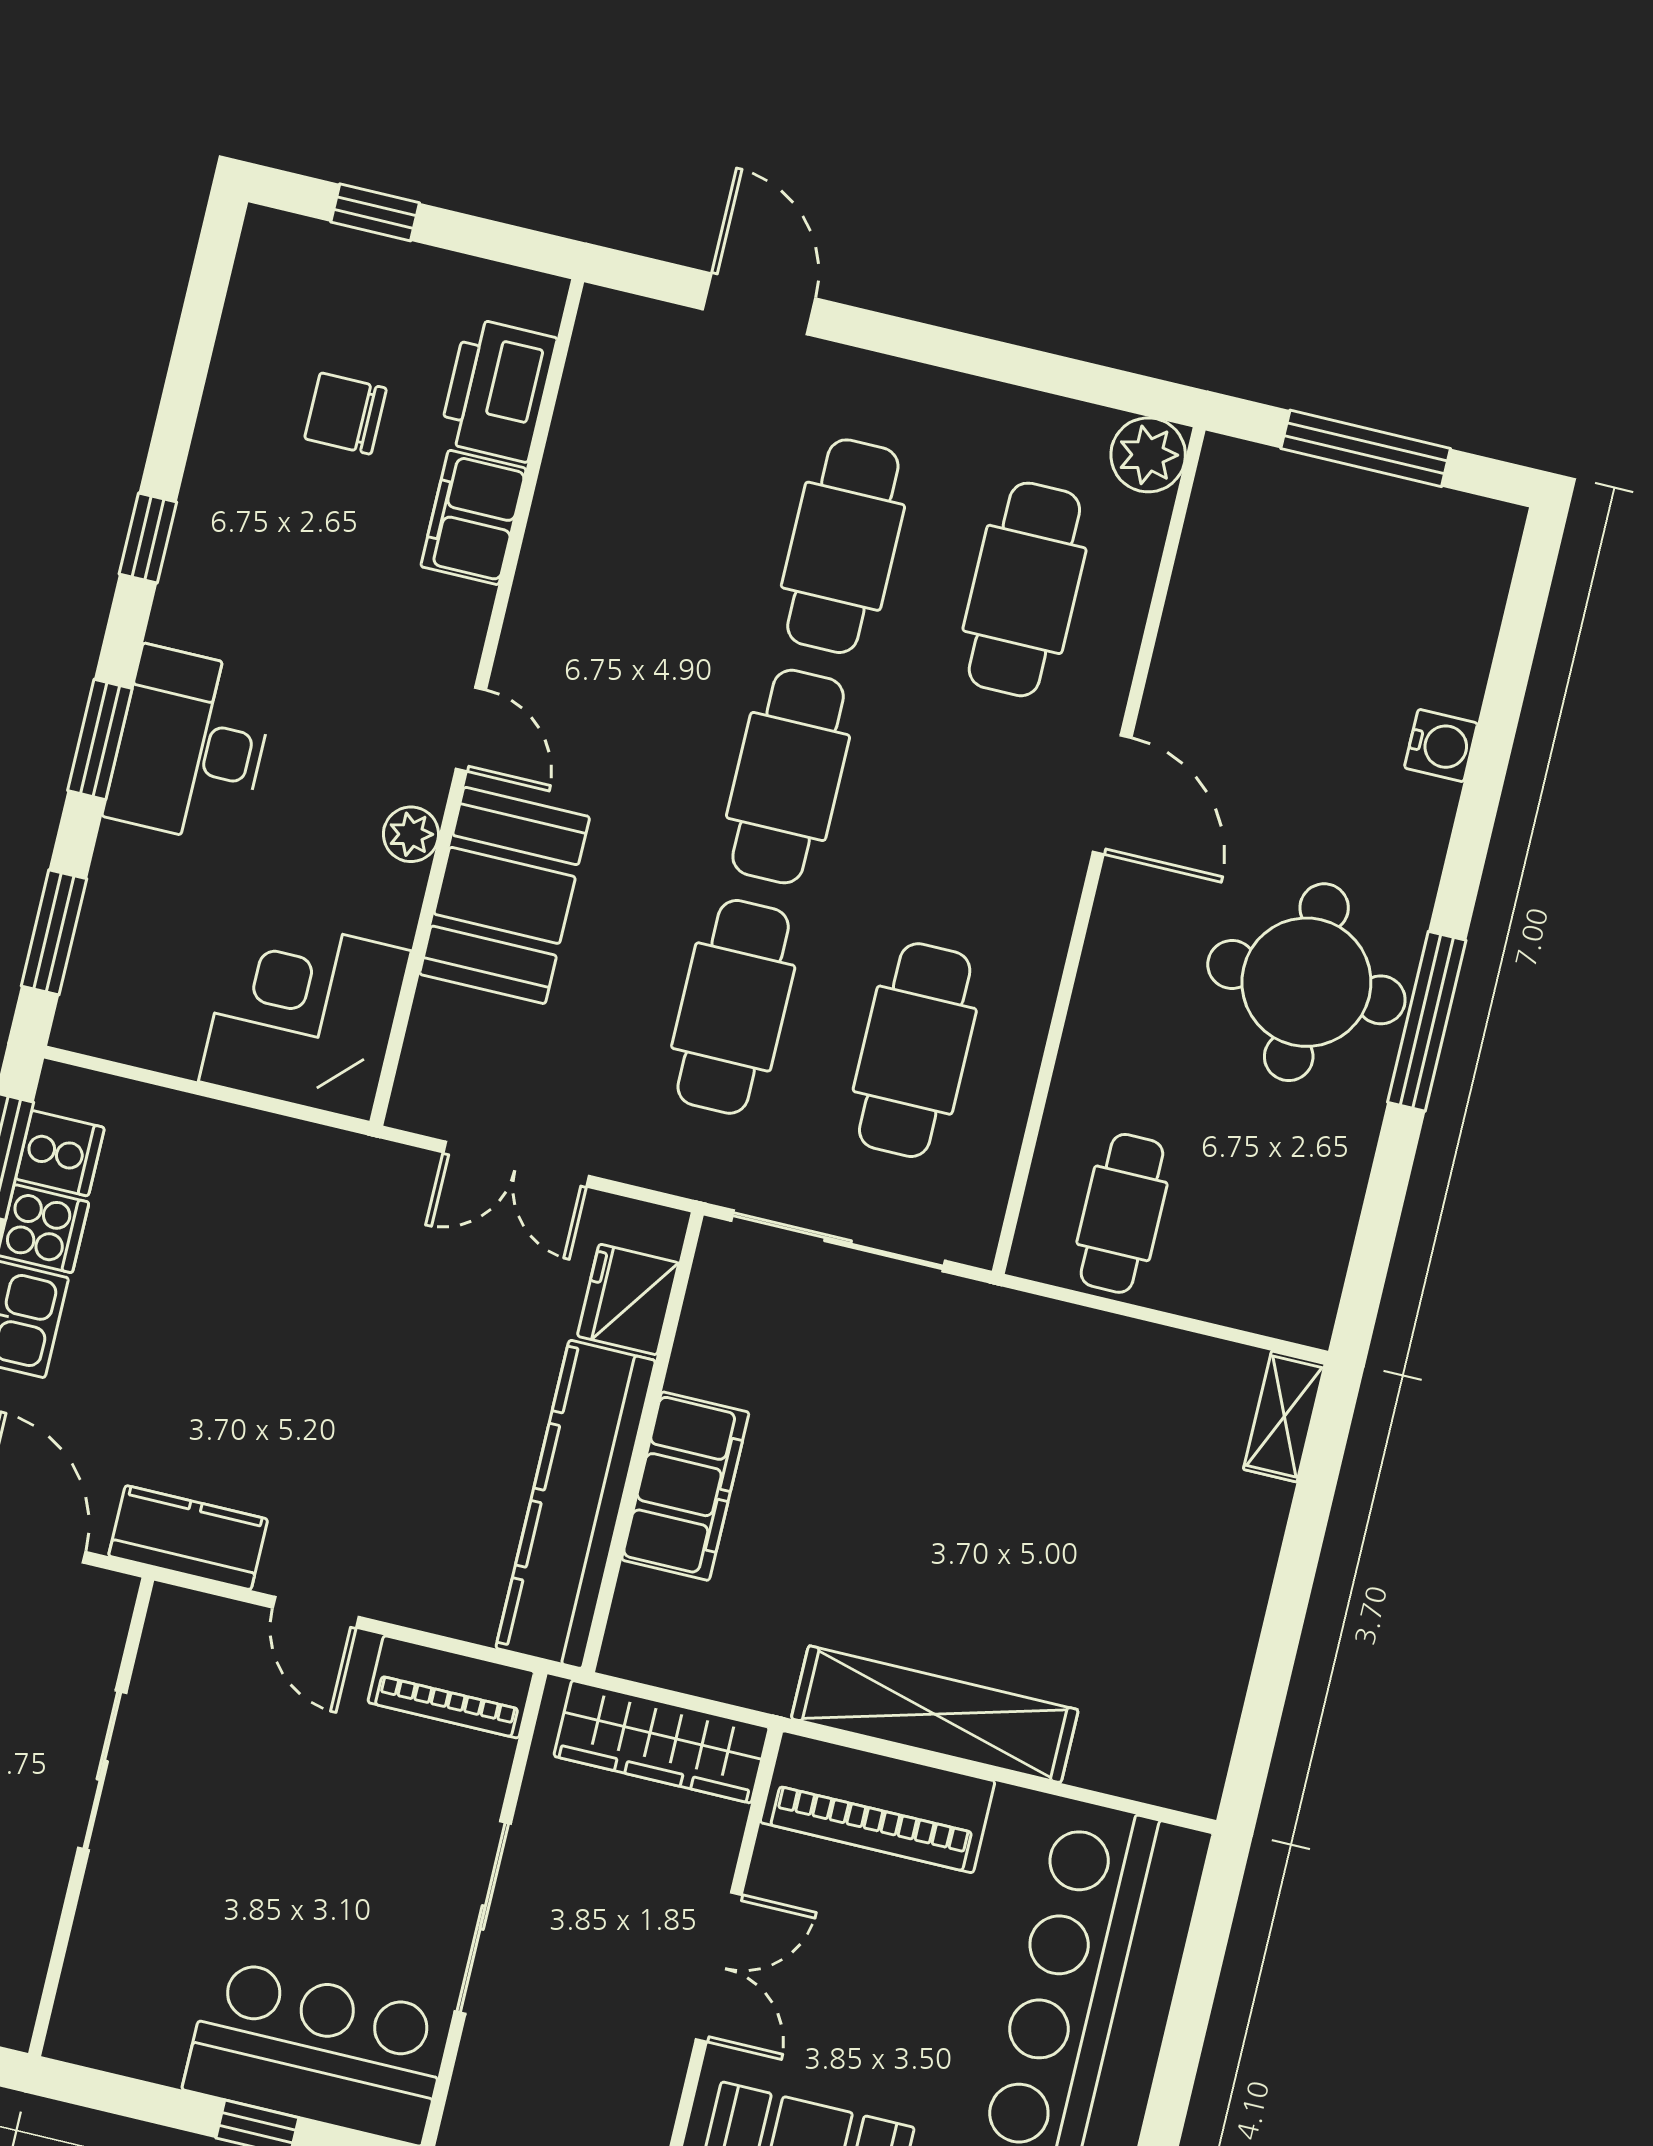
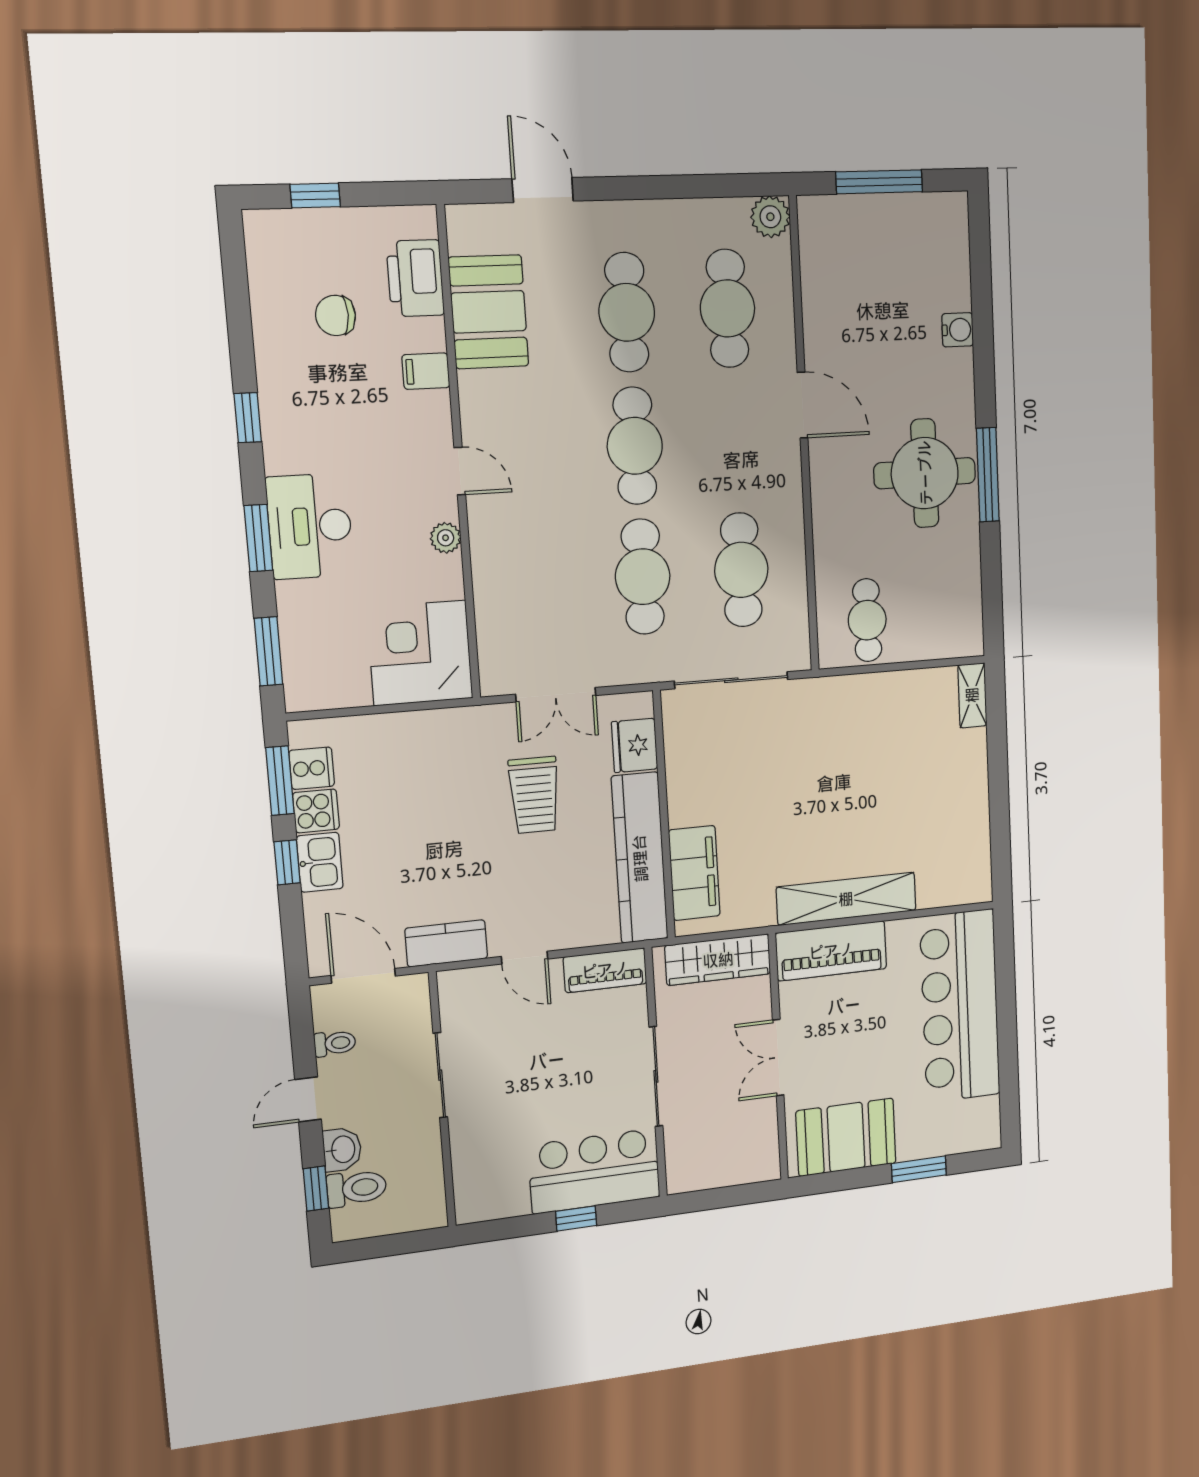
filing cabinet: (473, 517) -> (426, 371), width x0.50
booth: (505, 895) -> (489, 312), moved
trolley: (424, 1328) -> (534, 795), added
filing cabinet: (685, 1486) -> (694, 873), moved
double door: (719, 1967) -> (778, 1058), swing flipped

